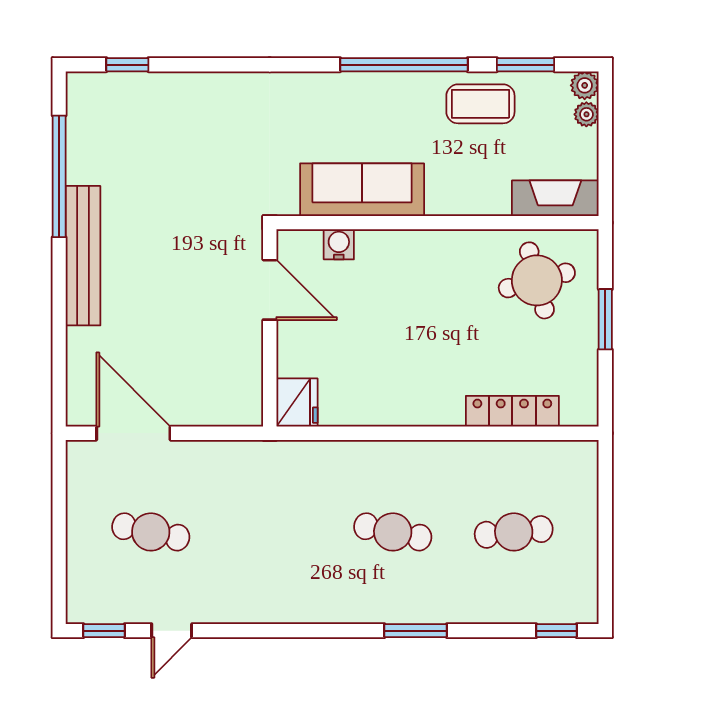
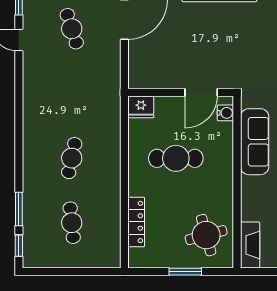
water cooler: (339, 244) -> (225, 113), moved
cafe table: (393, 337) -> (176, 158), added
cafe table: (151, 532) -> (72, 29), turned -30
window: (416, 631) -> (19, 209), moved

